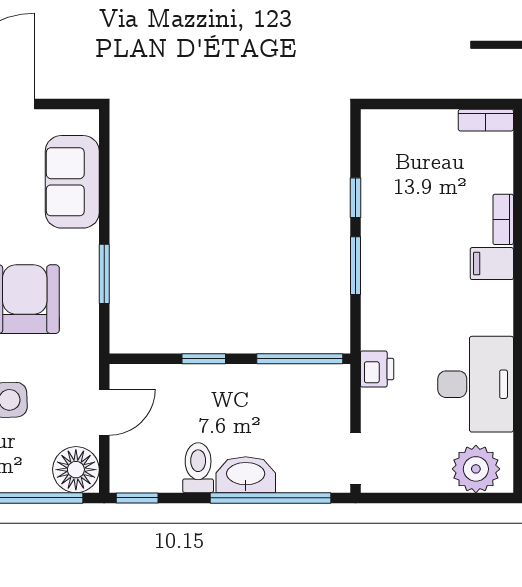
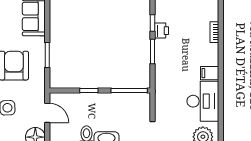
filing cabinet: (492, 264) -> (210, 73), moved
printer: (377, 369) -> (162, 31), moved
door: (104, 412) -> (47, 113), hinge flipped

